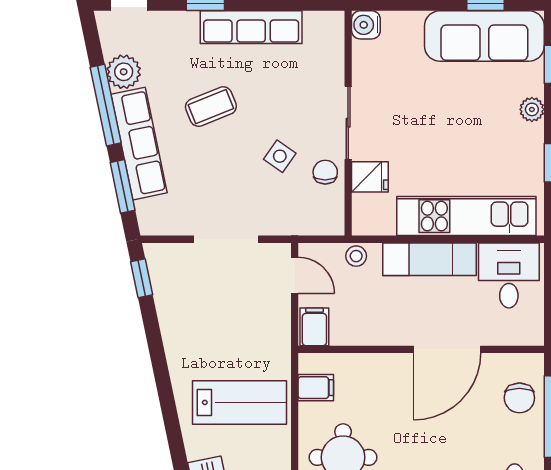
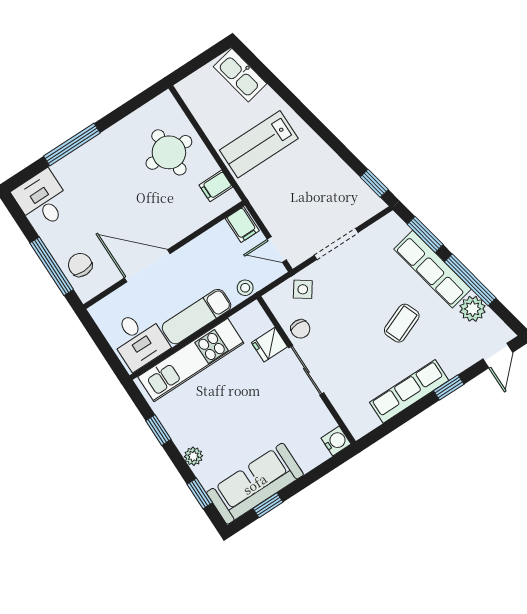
side table: (280, 156) -> (303, 289), moved
door: (447, 349) -> (147, 266), hinge flipped

